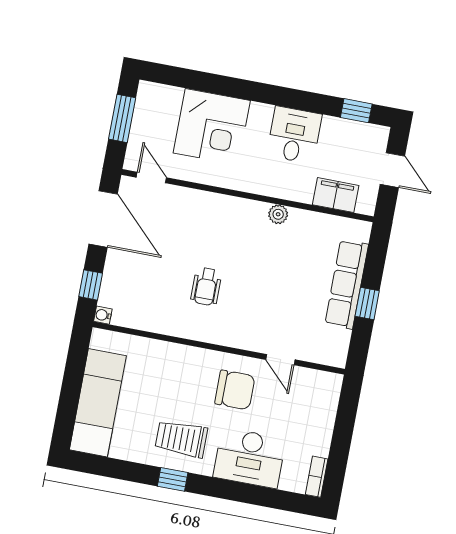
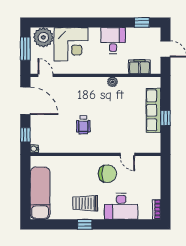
plant: (161, 103) -> (43, 37), added

